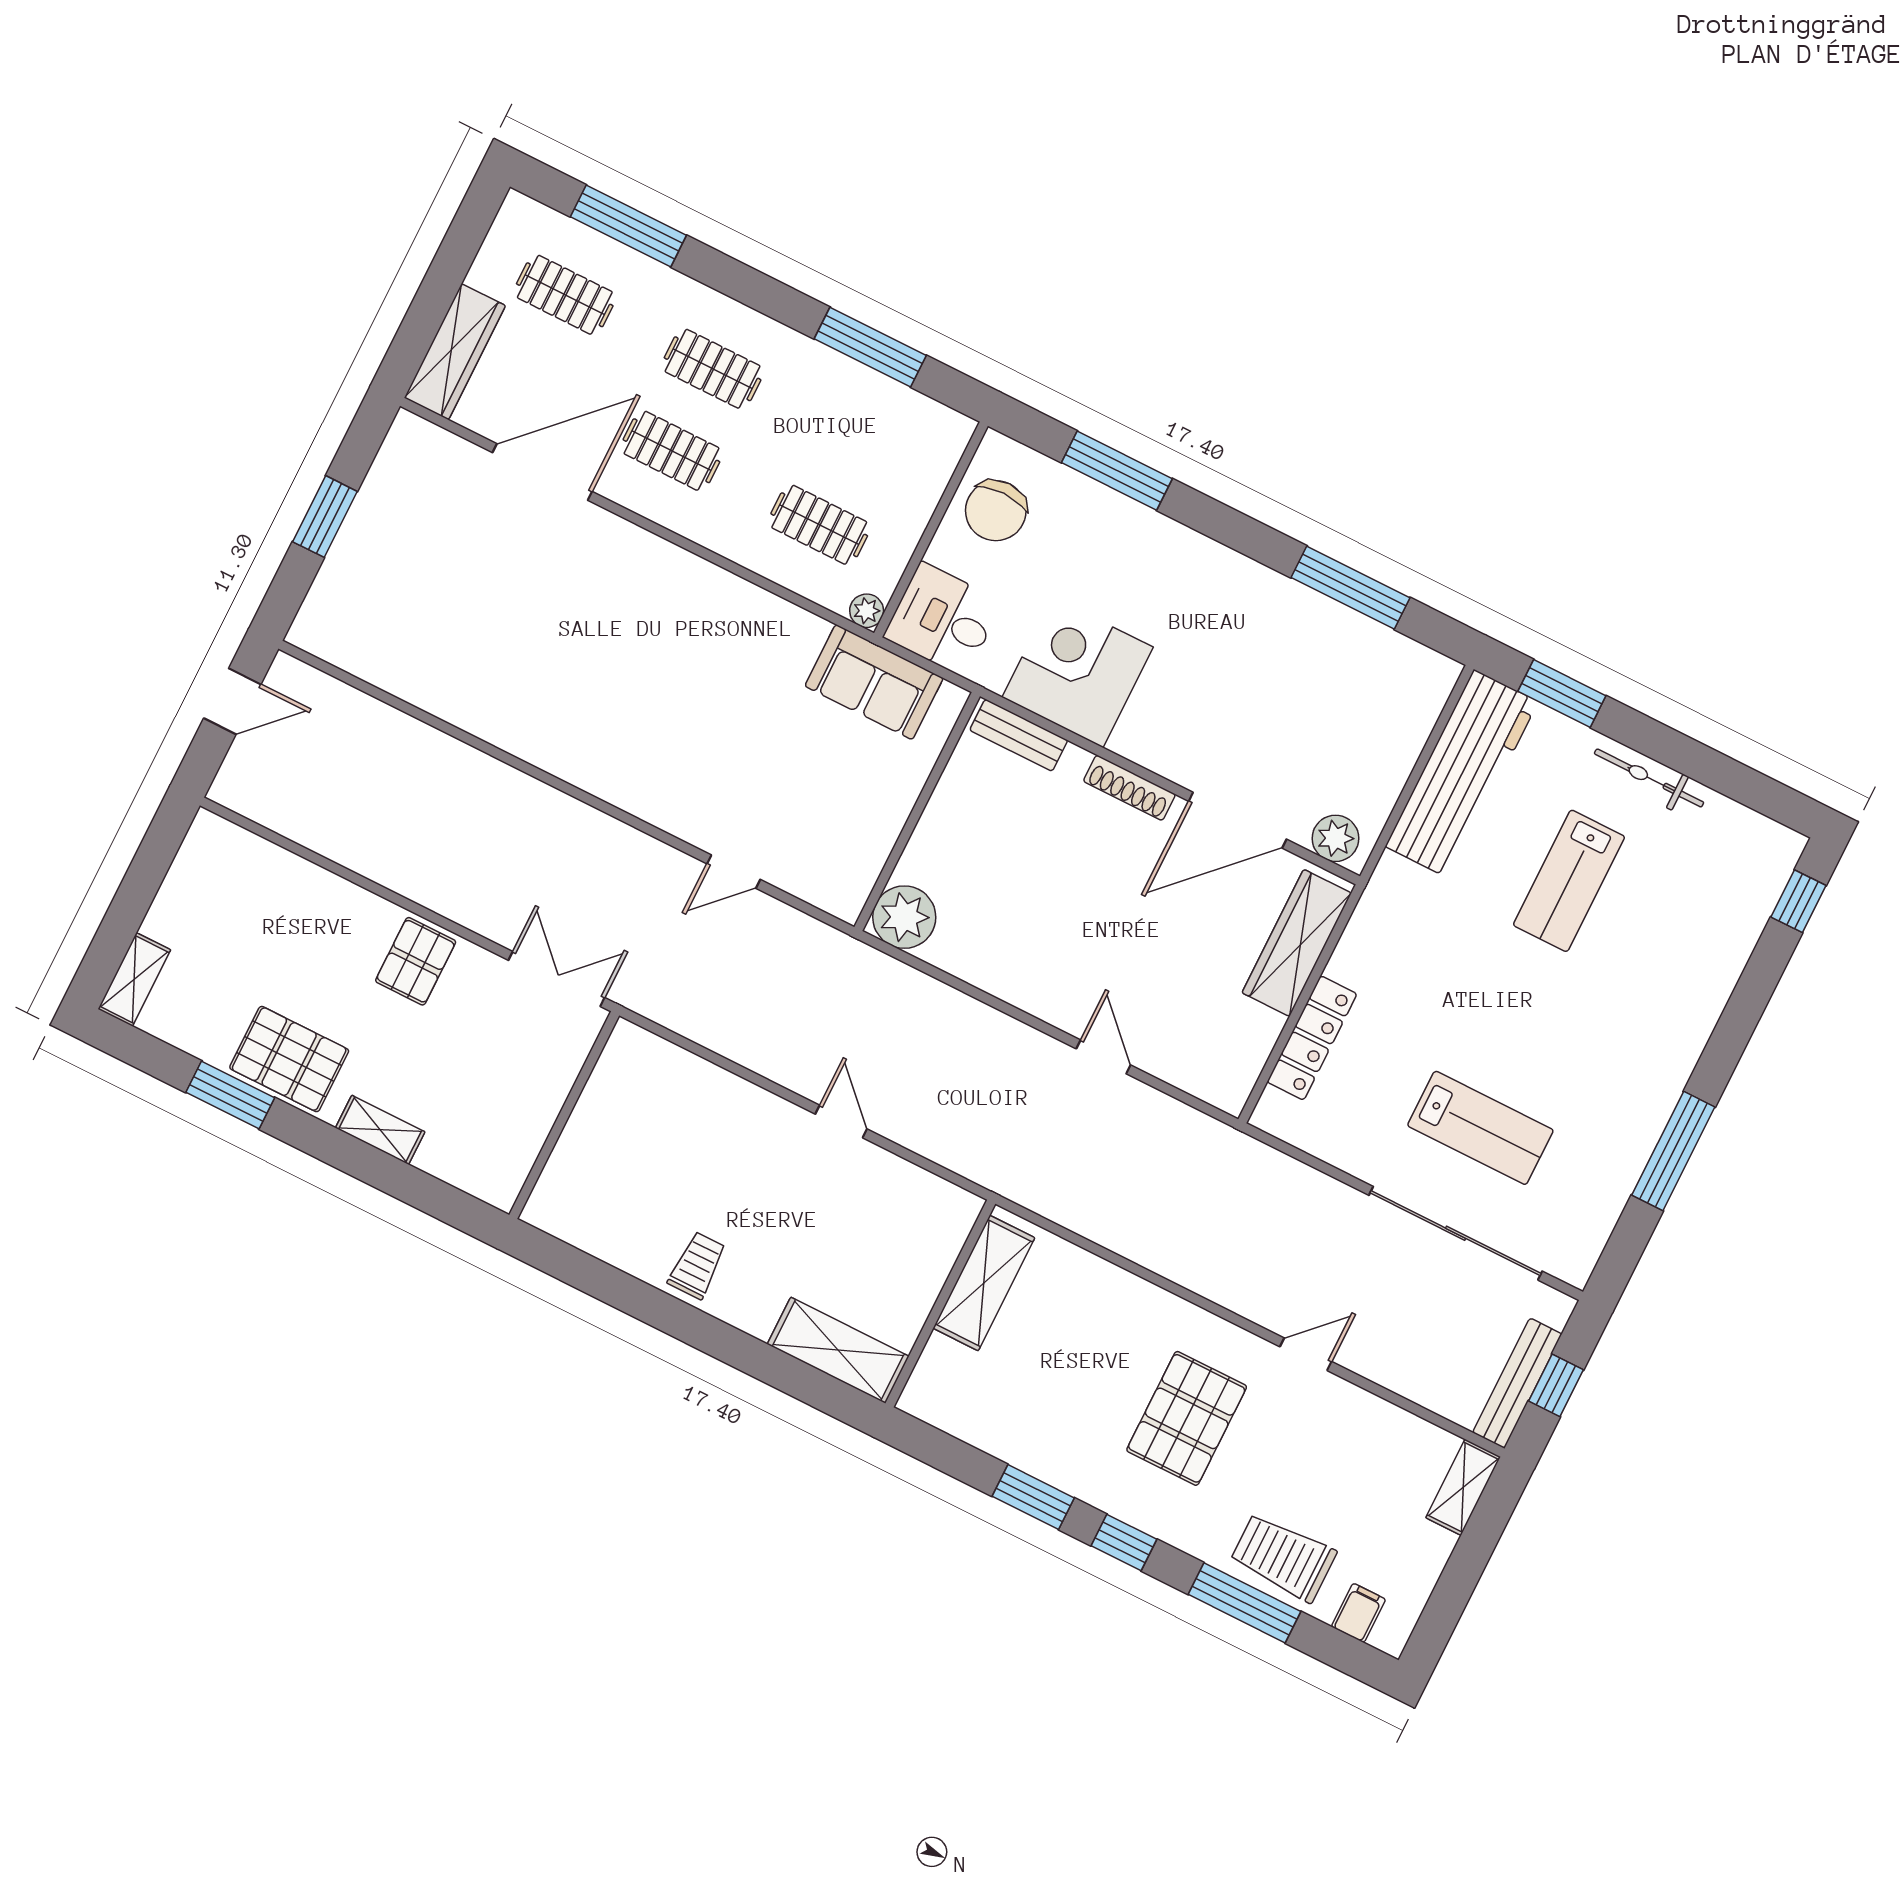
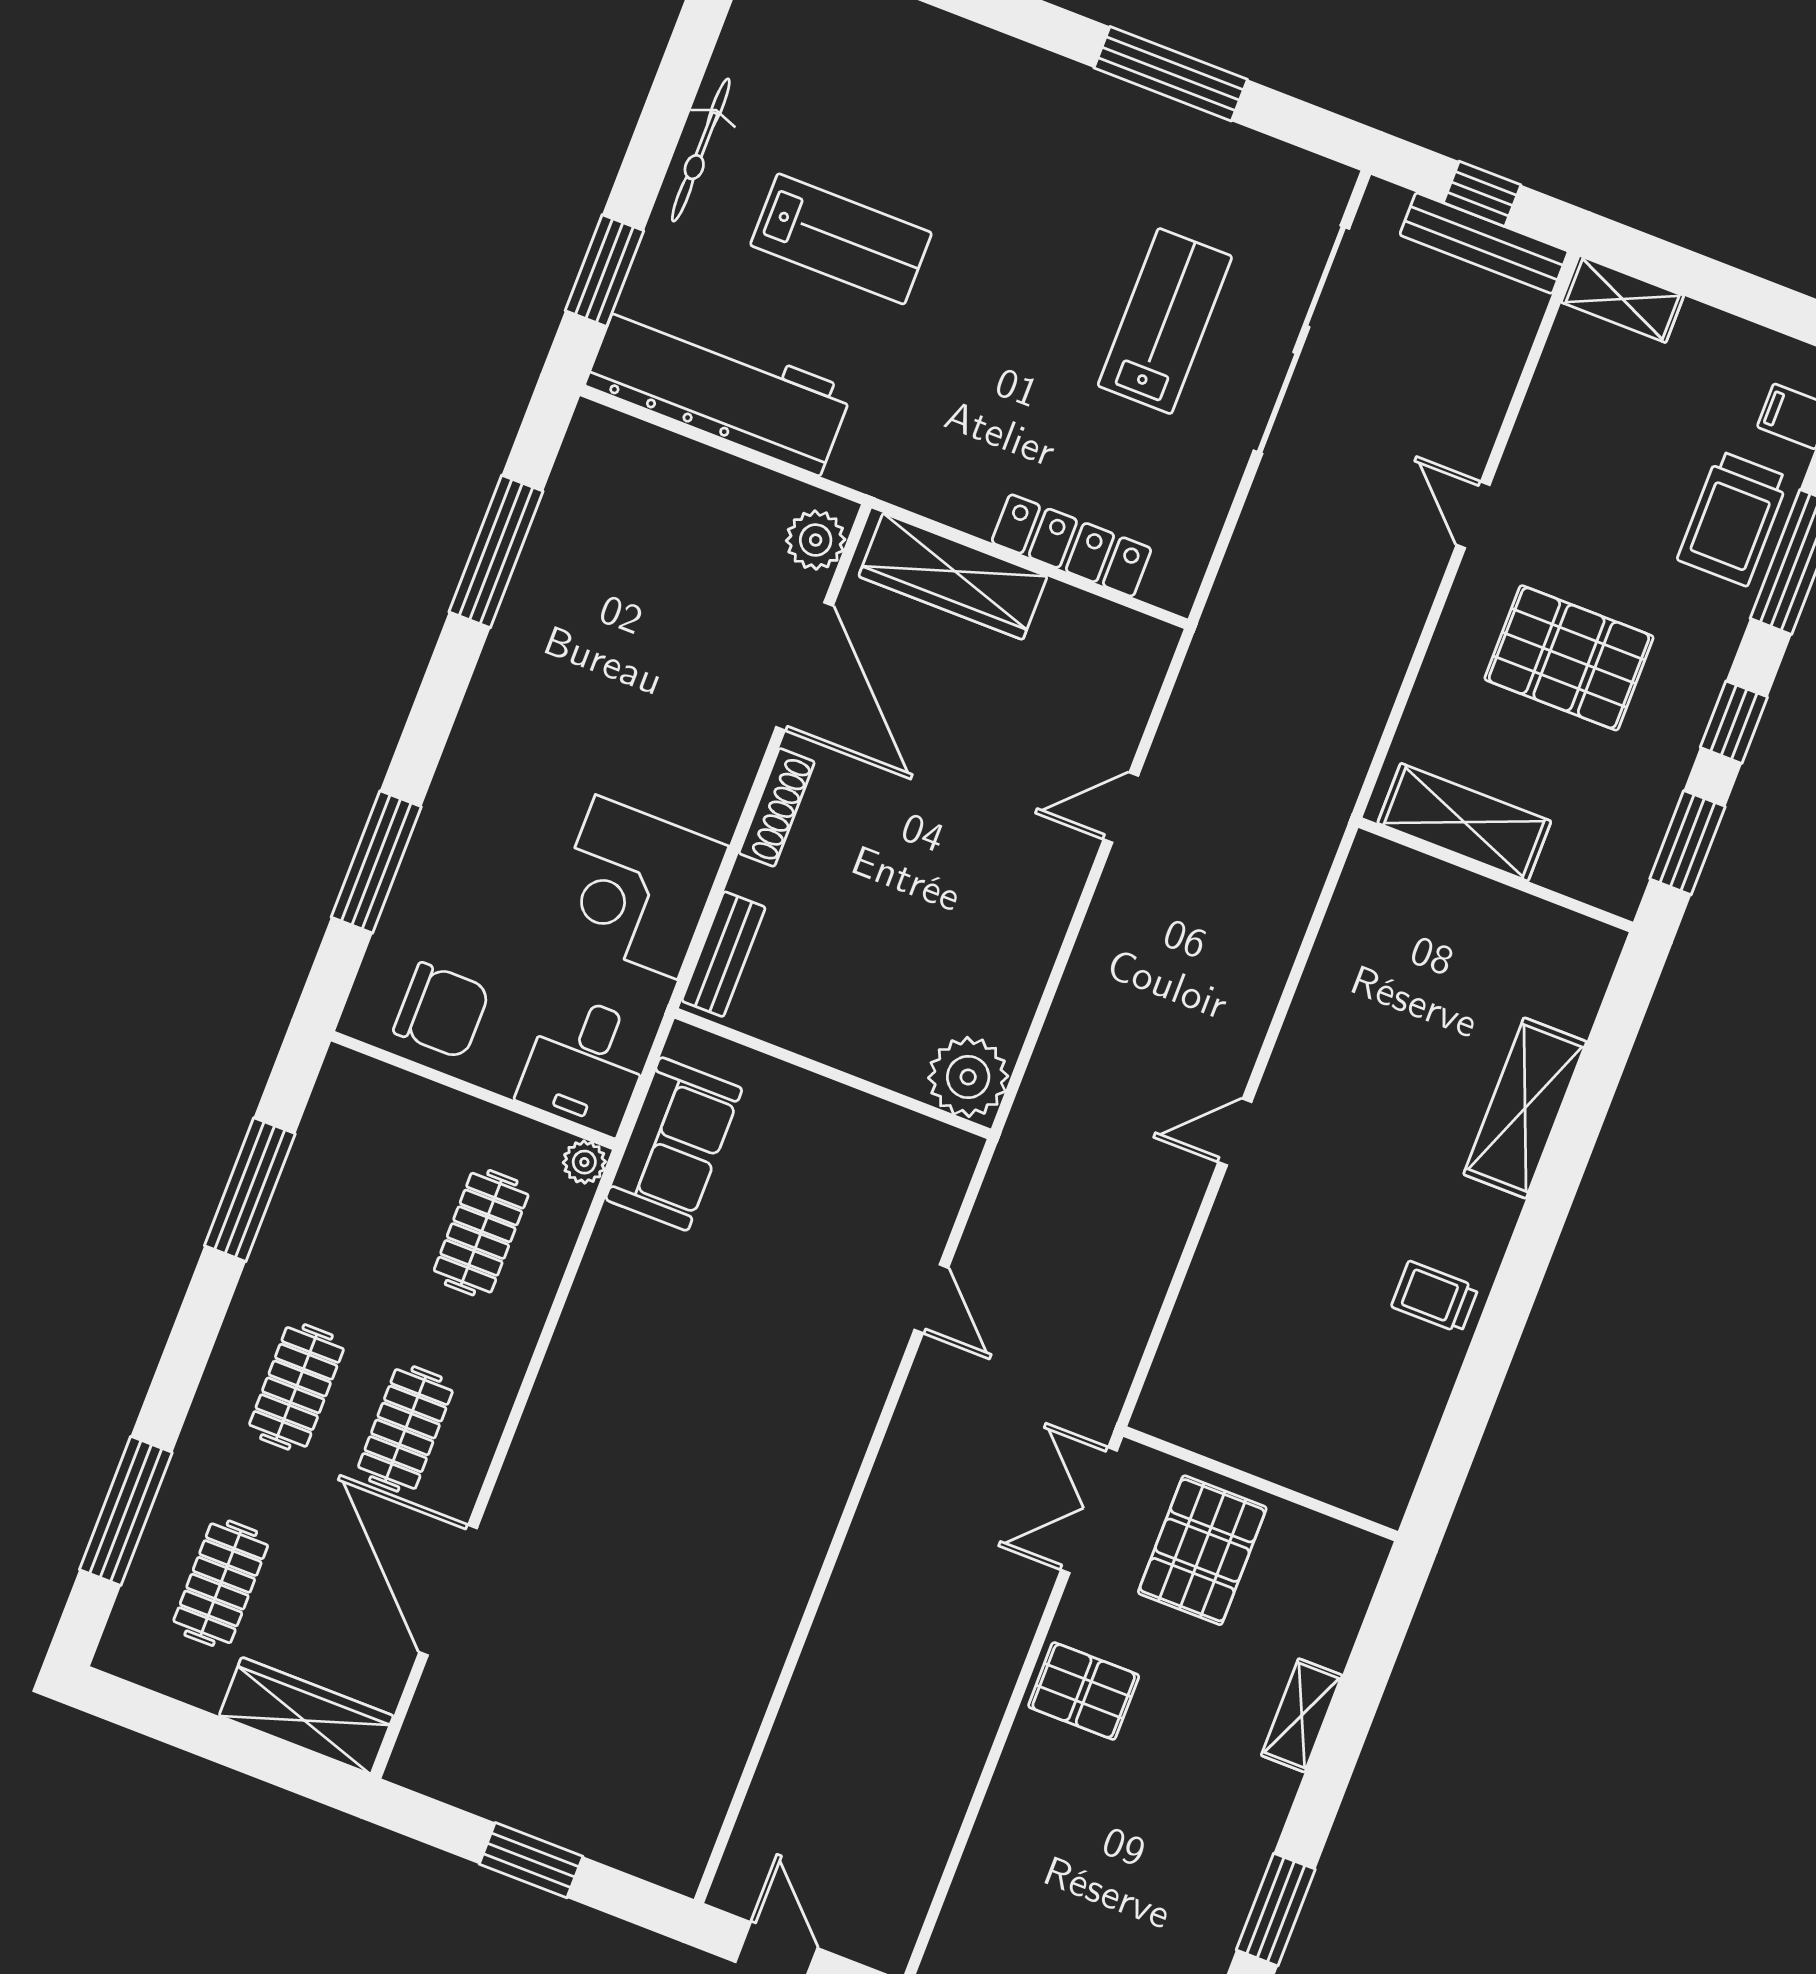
pallet: (289, 1059) -> (1202, 1550), moved
shelving: (984, 1283) -> (1464, 822), moved
wall: (940, 1304) -> (1496, 875), moved

